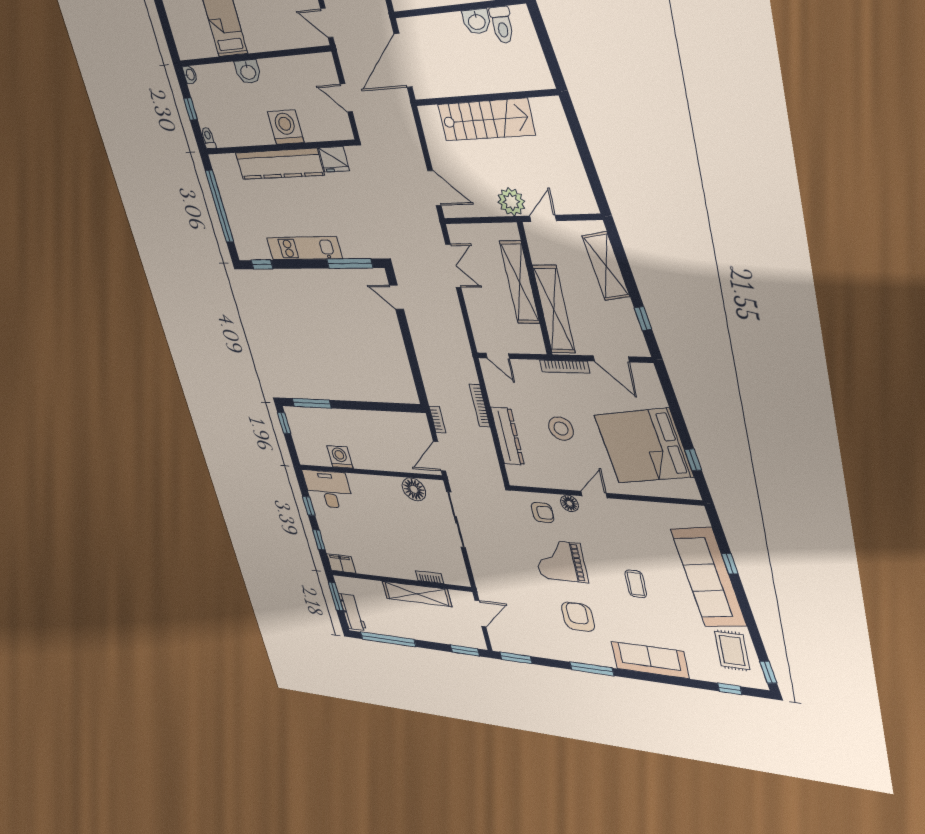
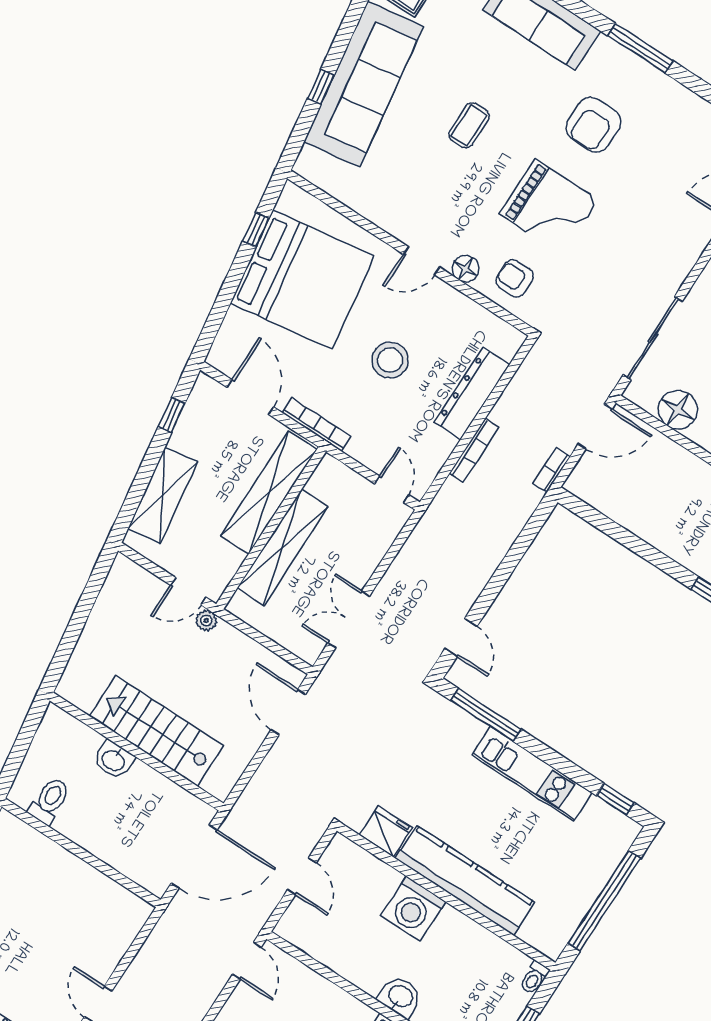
washbasin: (477, 21) -> (114, 760), moved, turned 180
plant: (511, 202) -> (206, 621), width x0.53, depth x0.53

